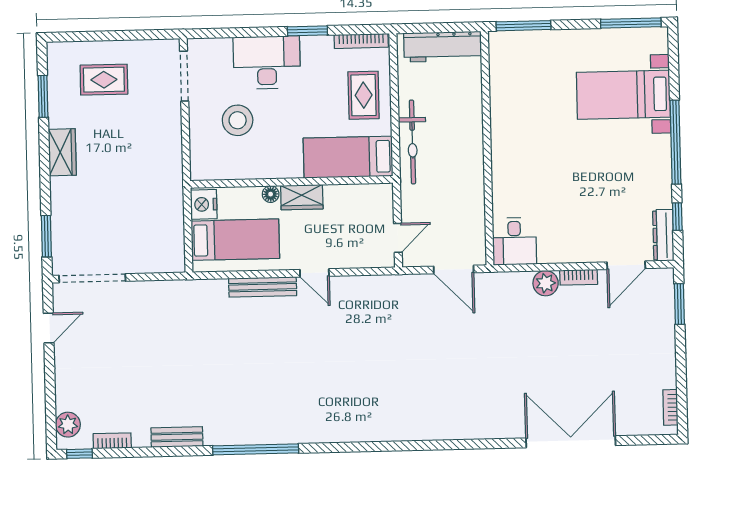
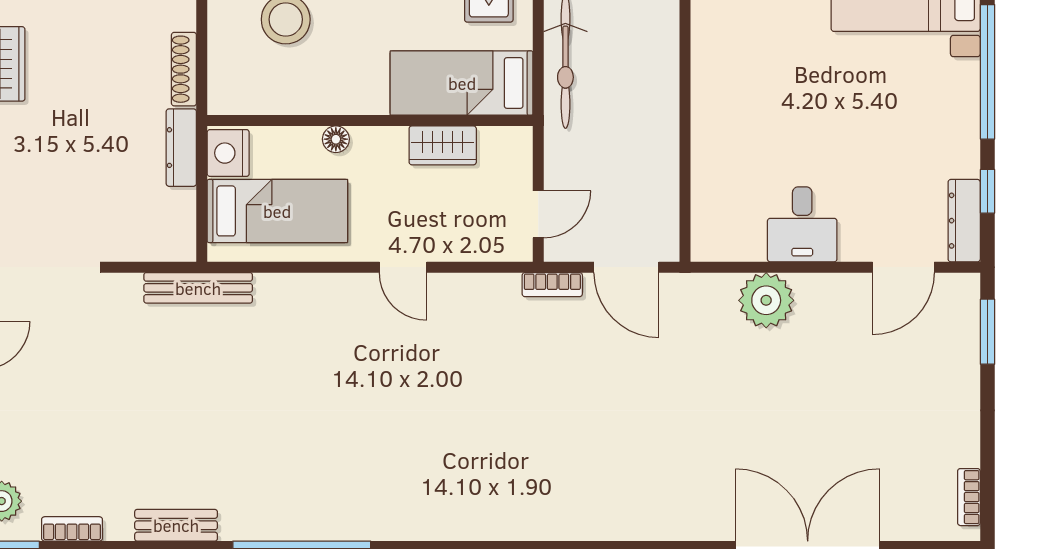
shoe rack: (175, 153) -> (184, 69), added
wardrobe: (302, 197) -> (443, 145), moved
dresser: (174, 202) -> (181, 148), added
desk: (514, 241) -> (802, 224), moved
bookcase: (579, 277) -> (552, 285), moved
plant: (546, 283) -> (766, 300), width x1.36, depth x1.36
bench: (263, 287) -> (198, 288), moved

